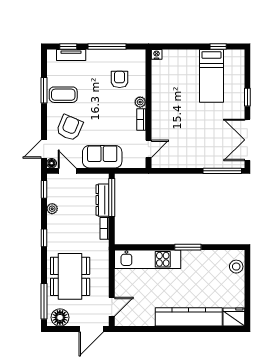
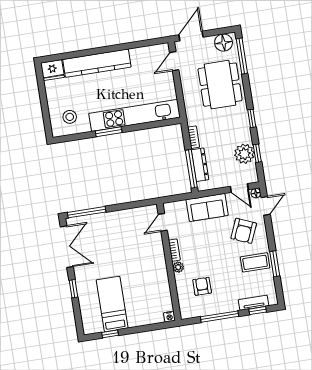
armchair: (120, 79) -> (202, 286), turned 180
window: (44, 189) -> (257, 153), moved
plant: (52, 209) -> (244, 154), width x1.88, depth x1.88
kitchen unit: (148, 259) -> (135, 115), width x1.36
stool: (236, 267) -> (70, 117), moved

